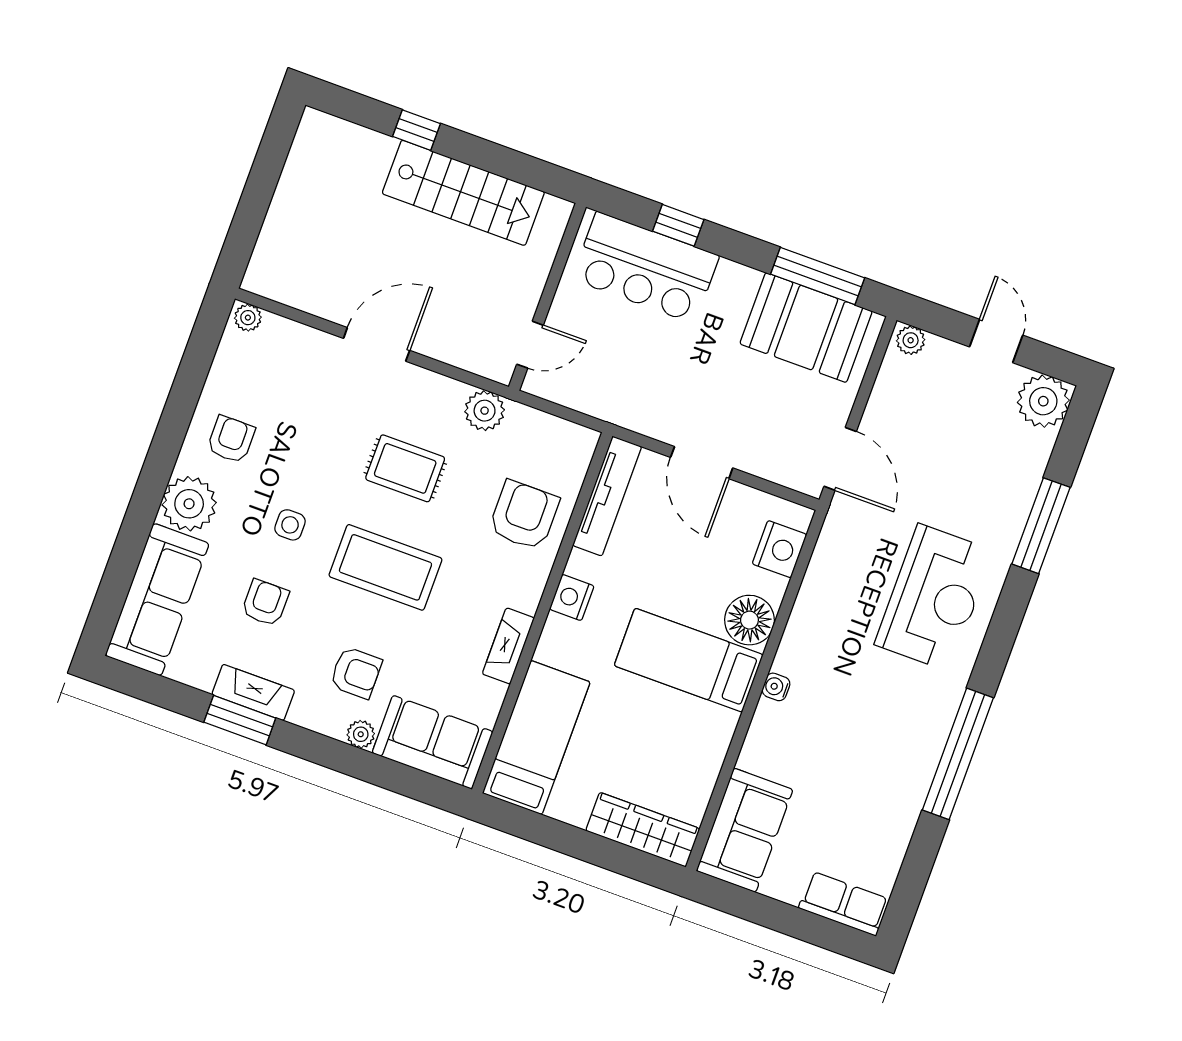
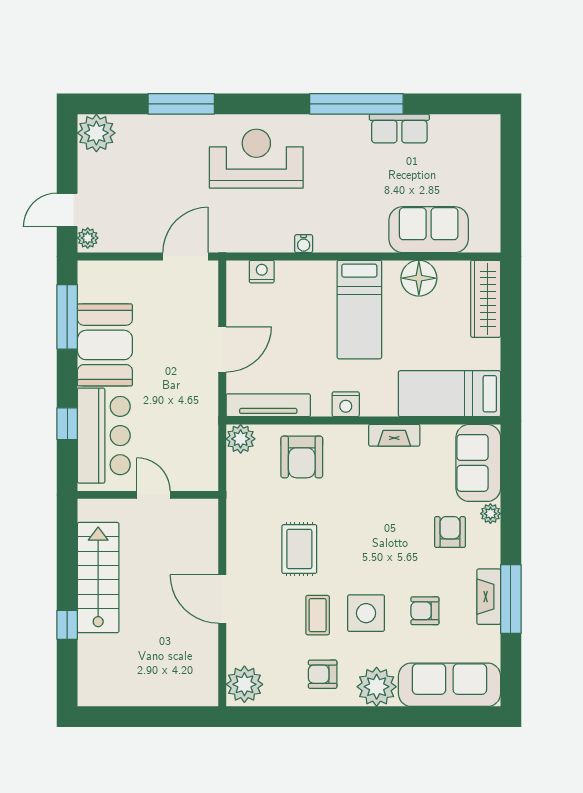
plant: (248, 318) -> (244, 684), width x1.88, depth x1.88
booth: (806, 328) -> (105, 345), moved
door: (996, 341) -> (67, 210), moved
door: (530, 345) -> (153, 495), moved
plant: (485, 411) -> (241, 439), moved
armchair: (524, 515) -> (302, 457), turned -90
side table: (290, 525) -> (366, 613), width x1.87, depth x1.87
nightstand: (779, 549) -> (262, 272), width x0.74, depth x0.75
coffee table: (385, 567) -> (318, 615), moved, width x0.54, depth x0.58
floor lamp: (749, 620) -> (419, 278), moved
water cooler: (776, 687) -> (304, 244), moved
window: (240, 720) -> (511, 599), width x1.44
sofa: (745, 830) -> (429, 230), moved
row of seats: (844, 904) -> (399, 128), moved, turned -90

